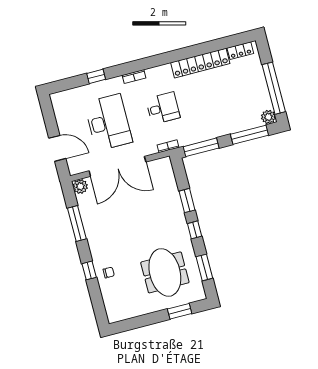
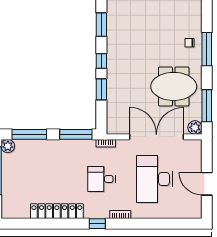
locker: (240, 51) -> (18, 213), removed
window: (96, 76) -> (97, 224), moved
door: (57, 148) -> (207, 184), moved
window: (77, 223) -> (207, 106), moved
window: (89, 270) -> (207, 49), width x2.17
meeting table: (165, 272) -> (174, 86), moved, turned 90

